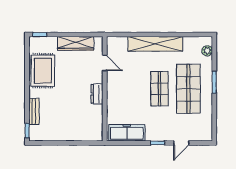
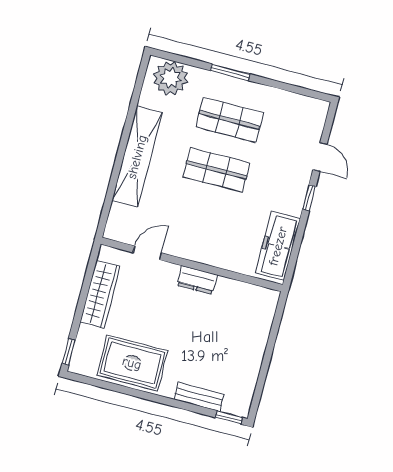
plant: (207, 51) -> (171, 78), width x1.87, depth x1.87
shop shelf: (188, 89) -> (230, 120), width x0.70, depth x0.74

